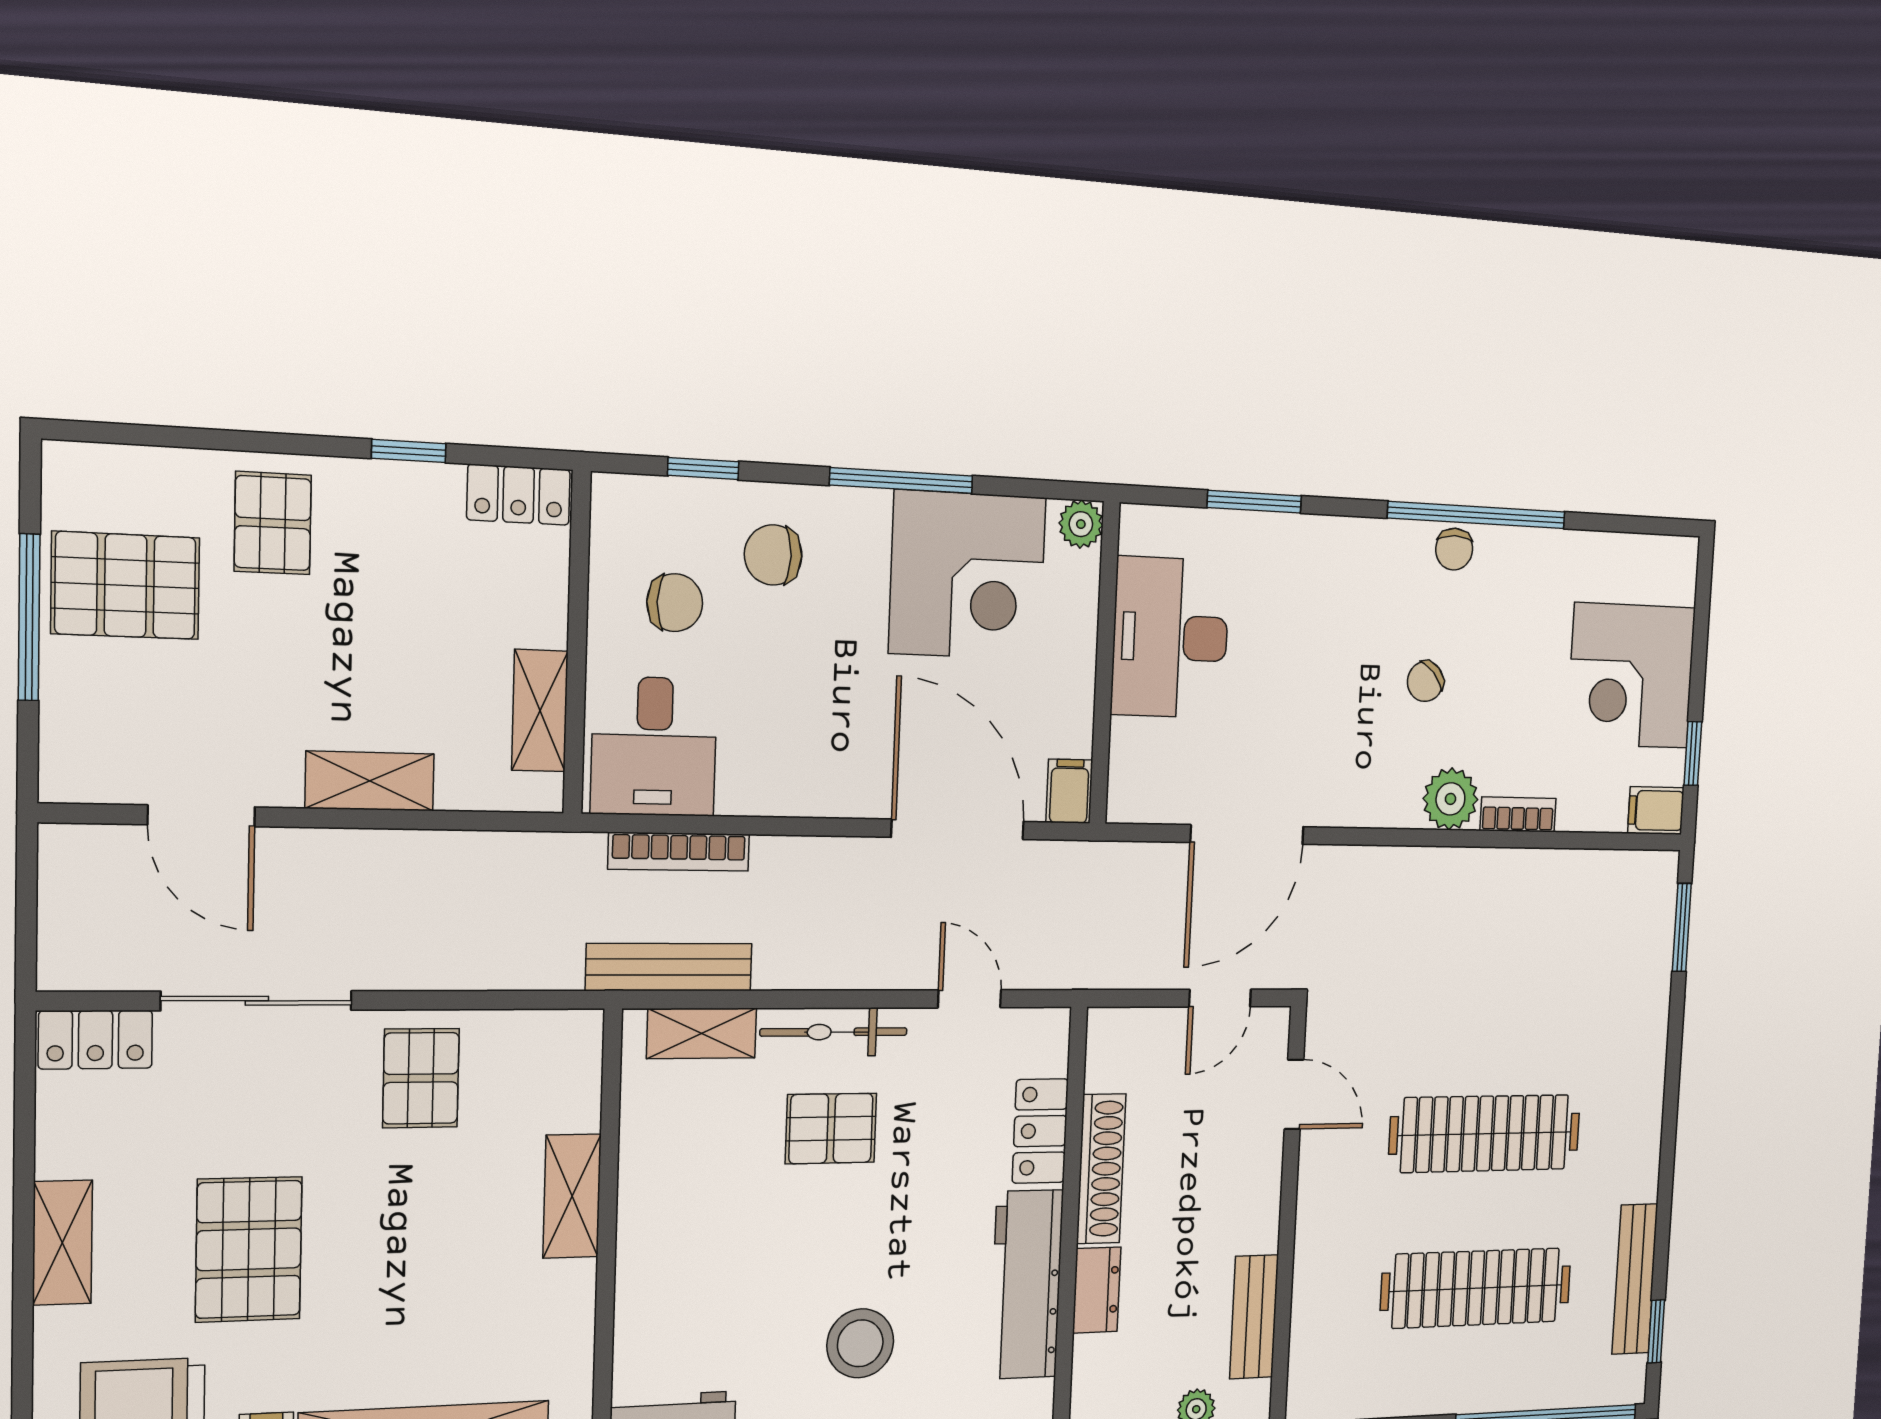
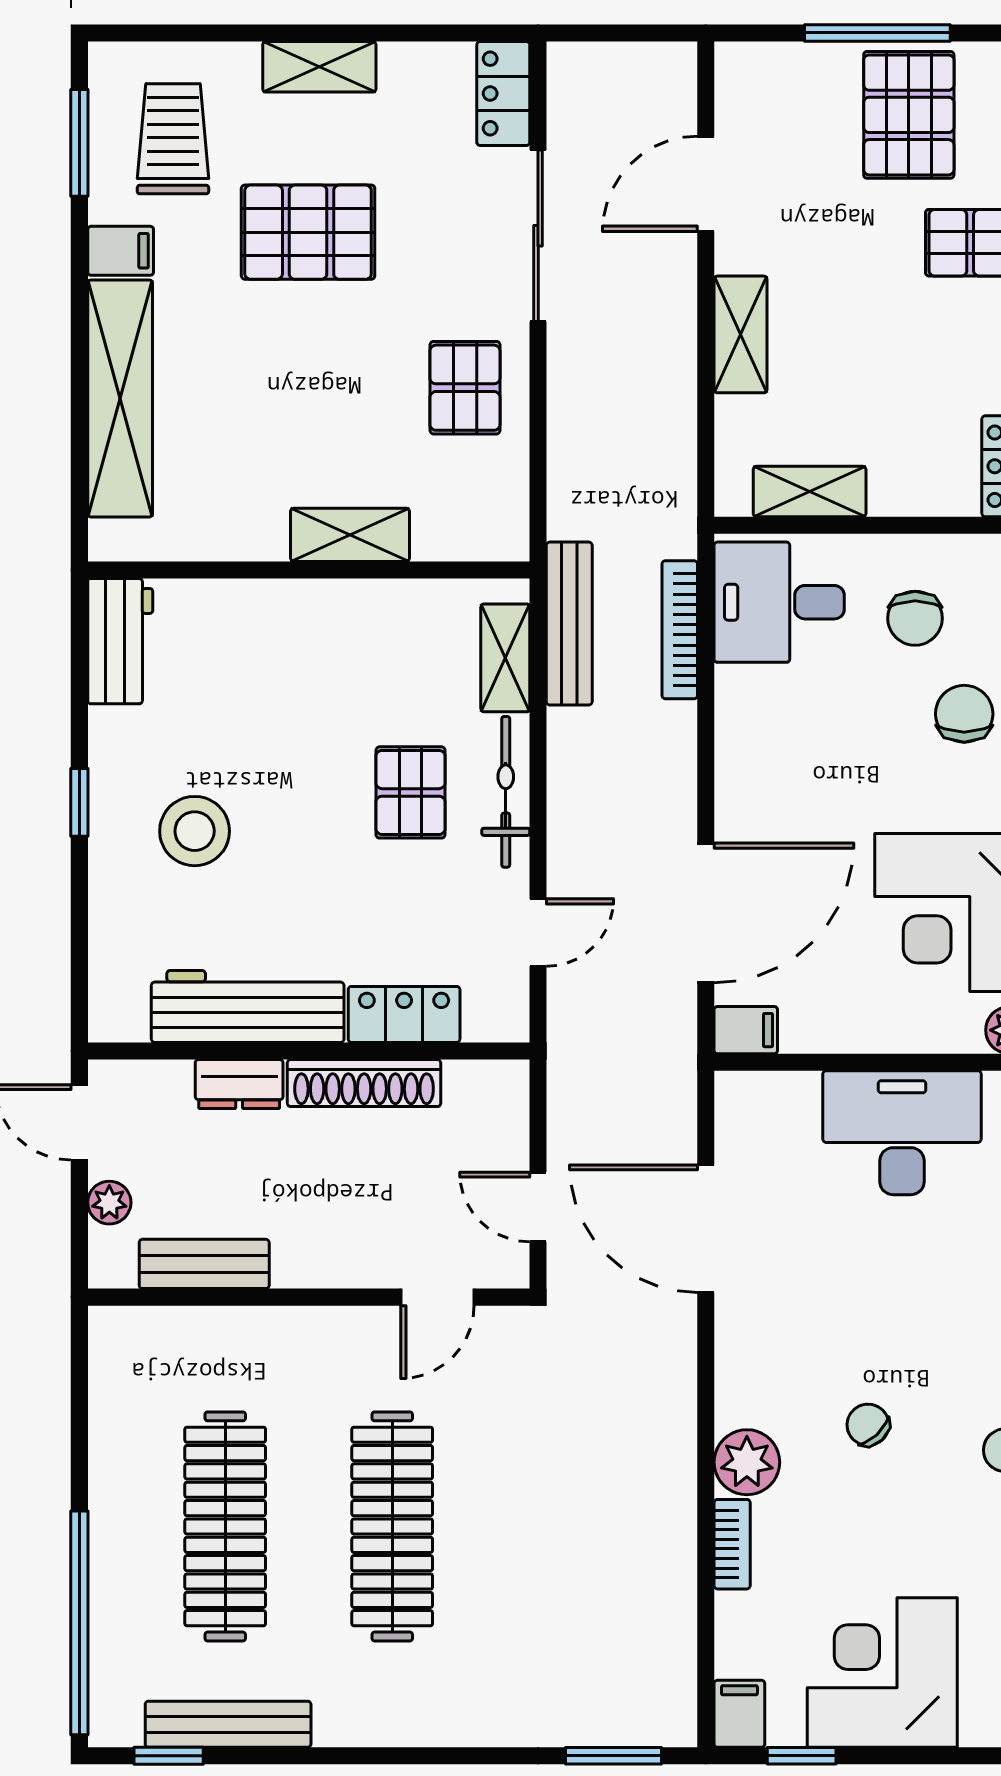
pallet: (421, 1078) -> (465, 388), turned 90

